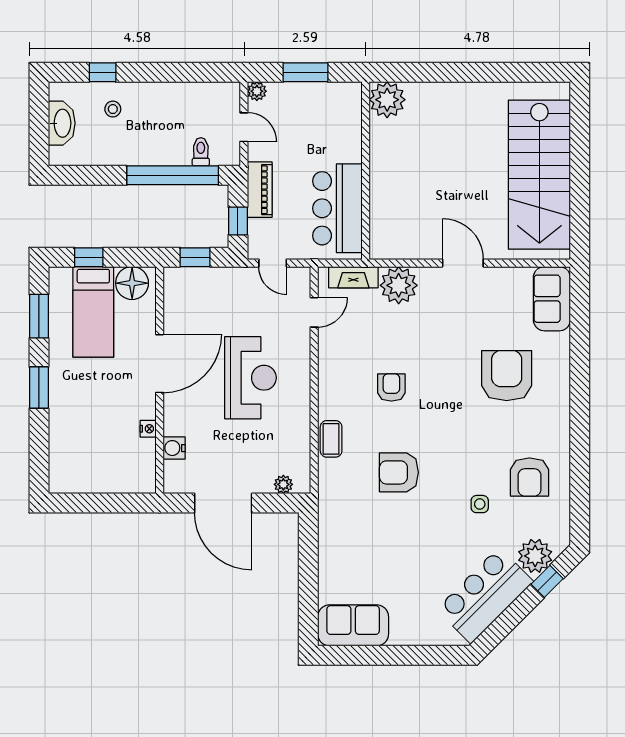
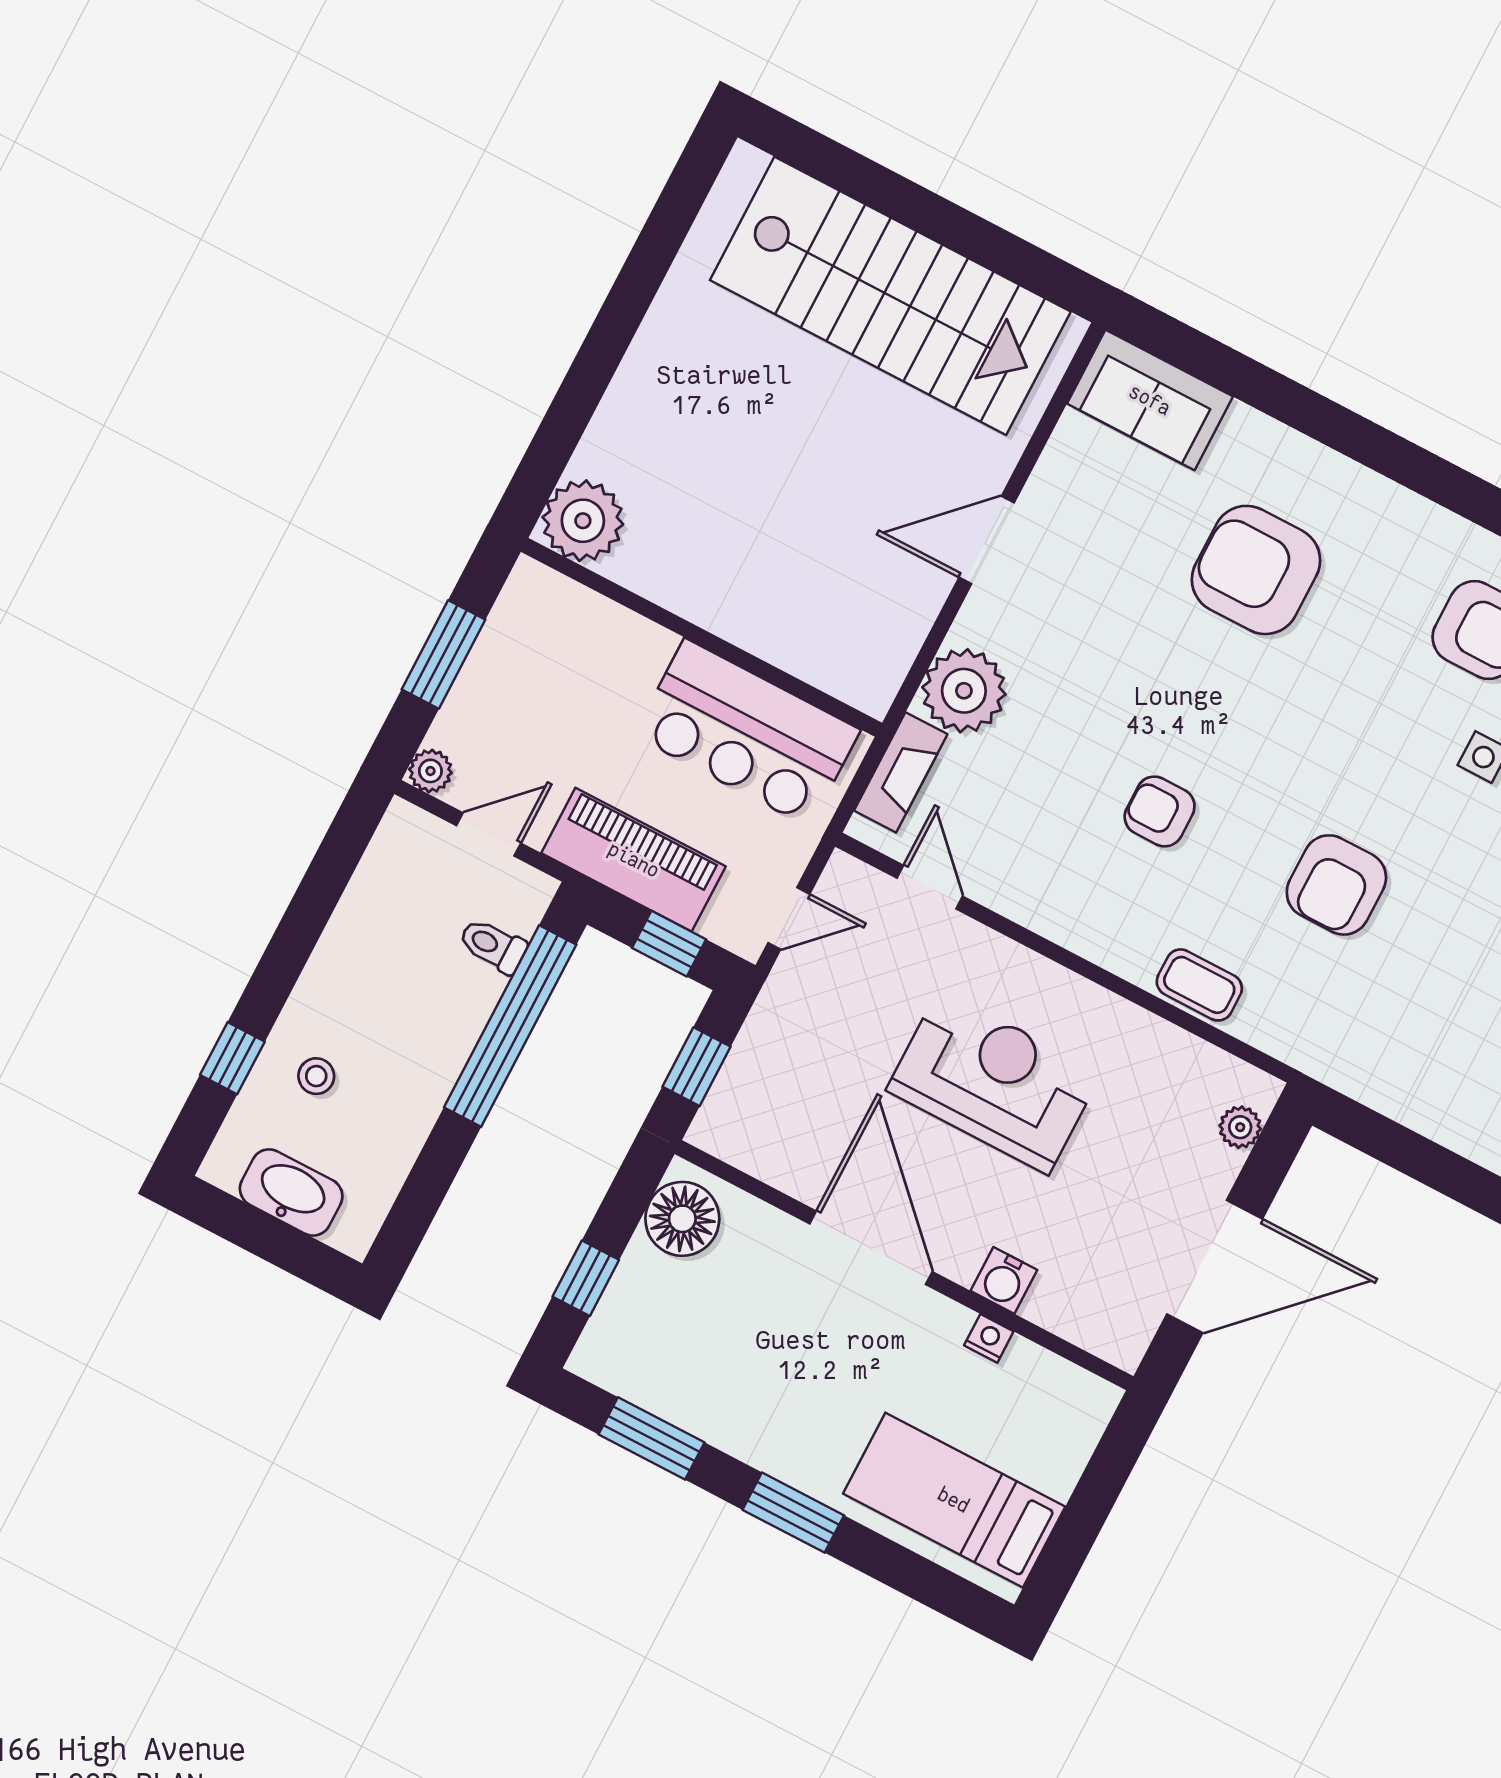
piano: (260, 190) -> (634, 860), width x1.37, depth x1.33
bed: (93, 312) -> (954, 1500), moved, turned 180
water cooler: (174, 448) -> (1004, 1280), moved

